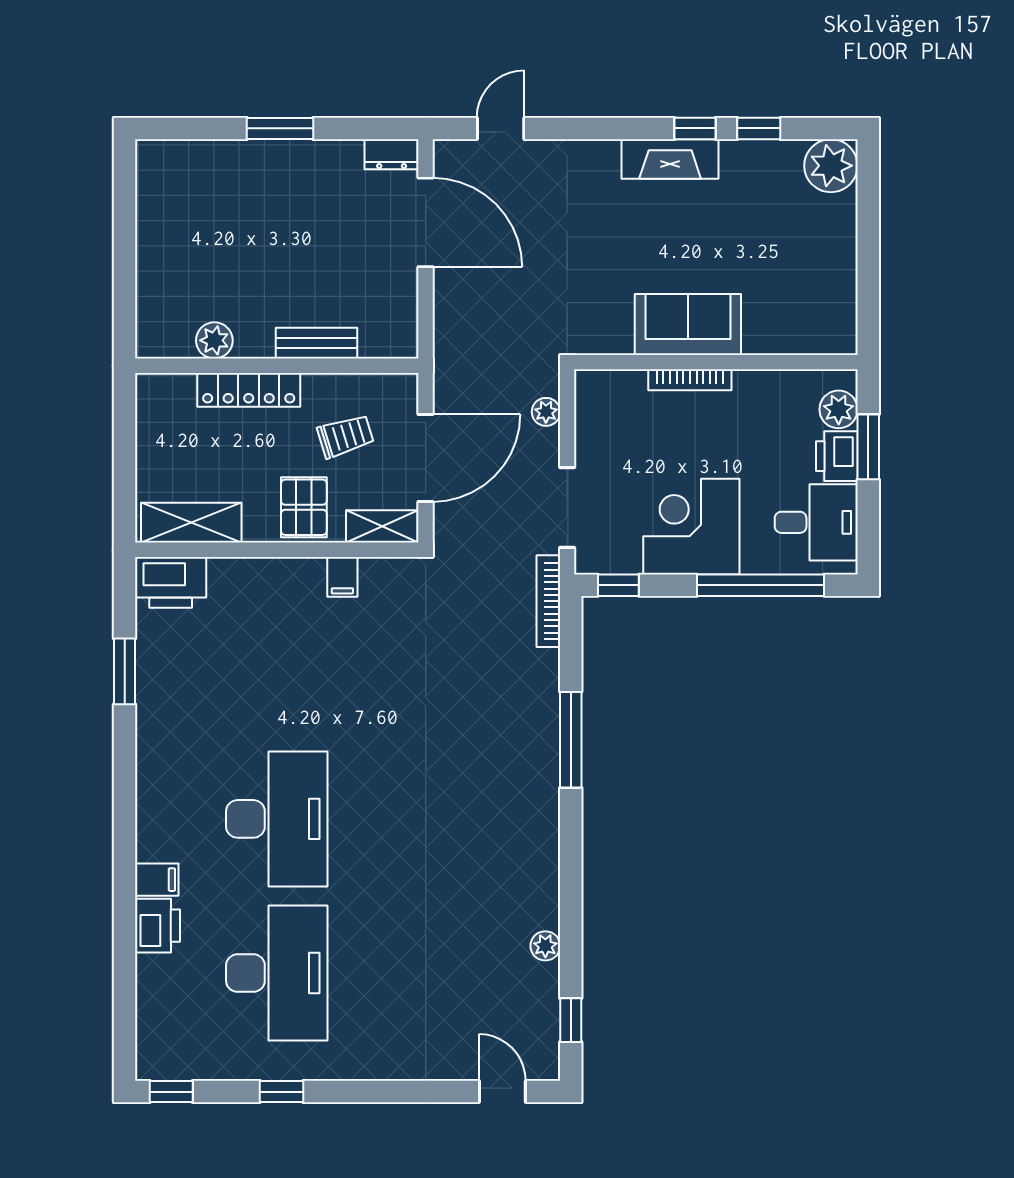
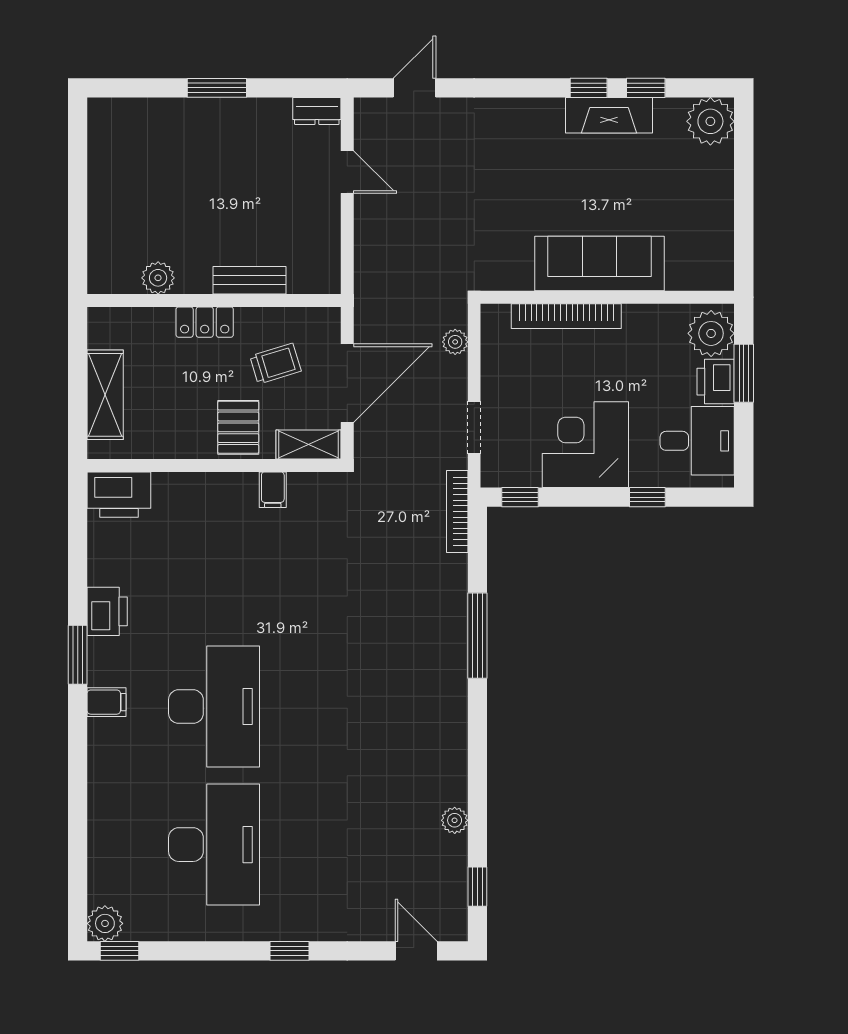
fireplace: (670, 159) -> (609, 115), moved
door: (426, 222) -> (347, 172), width x0.53
sofa: (688, 324) -> (599, 264), width x1.36
bookcase: (690, 380) -> (566, 316), width x1.48, depth x1.31
locker: (249, 390) -> (205, 322), width x0.66
plant: (839, 409) -> (711, 333), width x1.36, depth x1.36
doorway: (567, 508) -> (474, 428), width x0.73
shelving: (191, 523) -> (105, 395), moved, turned 90
window: (760, 585) -> (647, 497), width x0.32
window: (125, 671) -> (78, 655), moved
filing cabinet: (157, 880) -> (106, 702), moved
printer: (158, 926) -> (107, 611), moved
plant: (155, 1061) -> (105, 923), added
window: (282, 1092) -> (289, 951), moved

